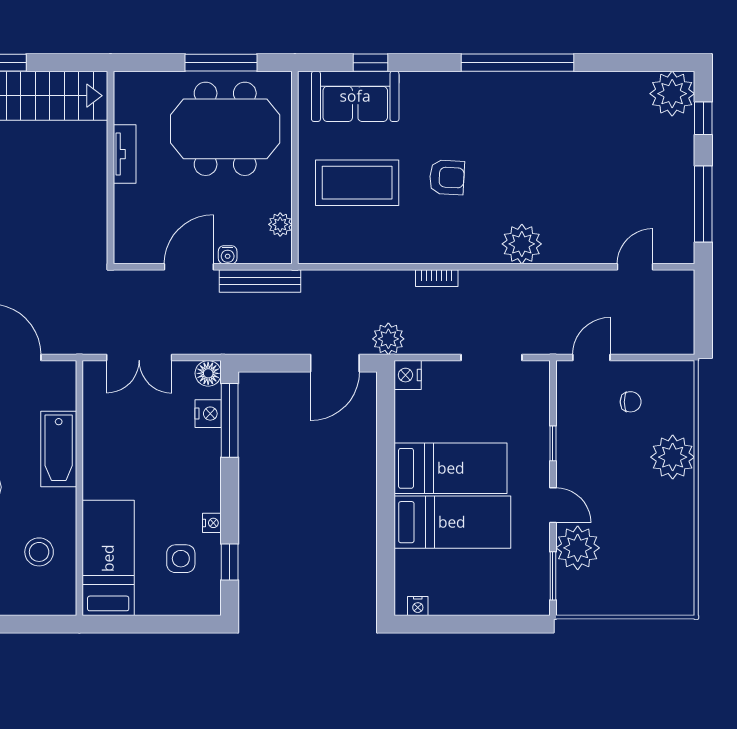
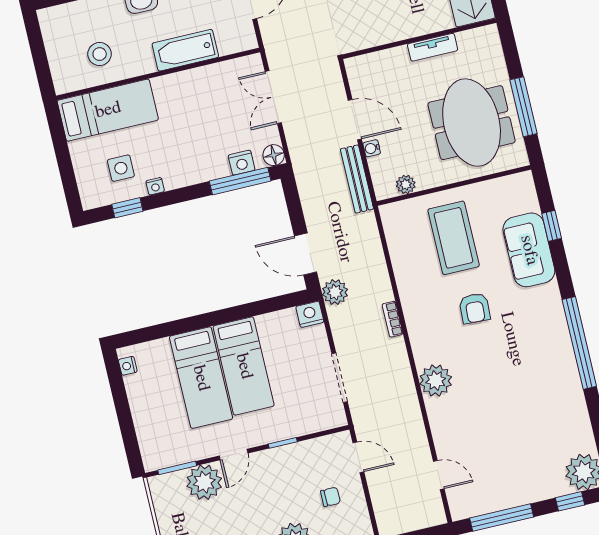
sofa: (355, 96) -> (529, 250), moved
chair: (631, 402) -> (330, 497), turned -90

